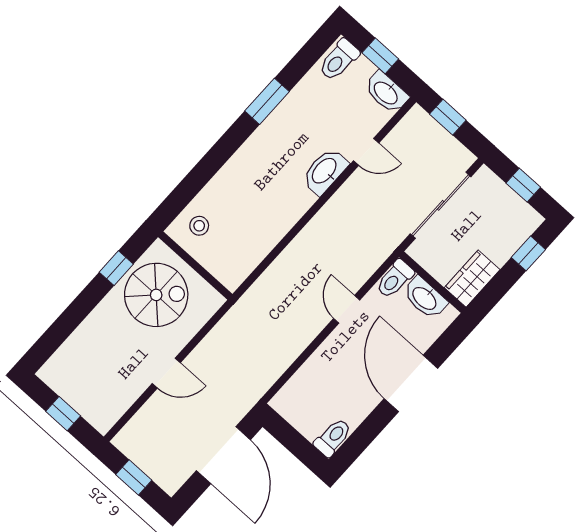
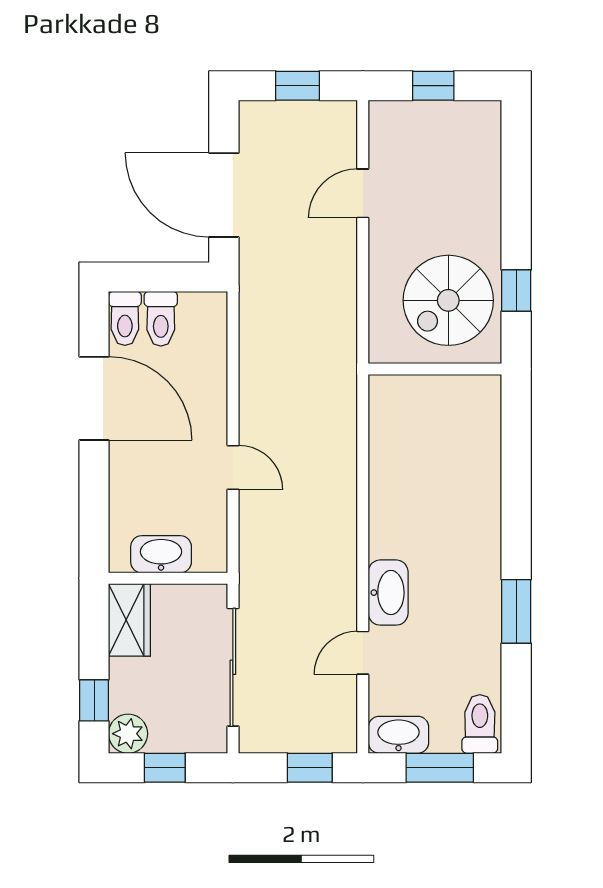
window: (380, 56) -> (440, 768), width x1.50
plant: (526, 220) -> (128, 734), added
stool: (199, 226) -> (469, 415), removed
toilet: (395, 279) -> (161, 319), moved, turned 180
door: (166, 373) -> (363, 193), moved
door: (411, 383) -> (94, 398), moved

